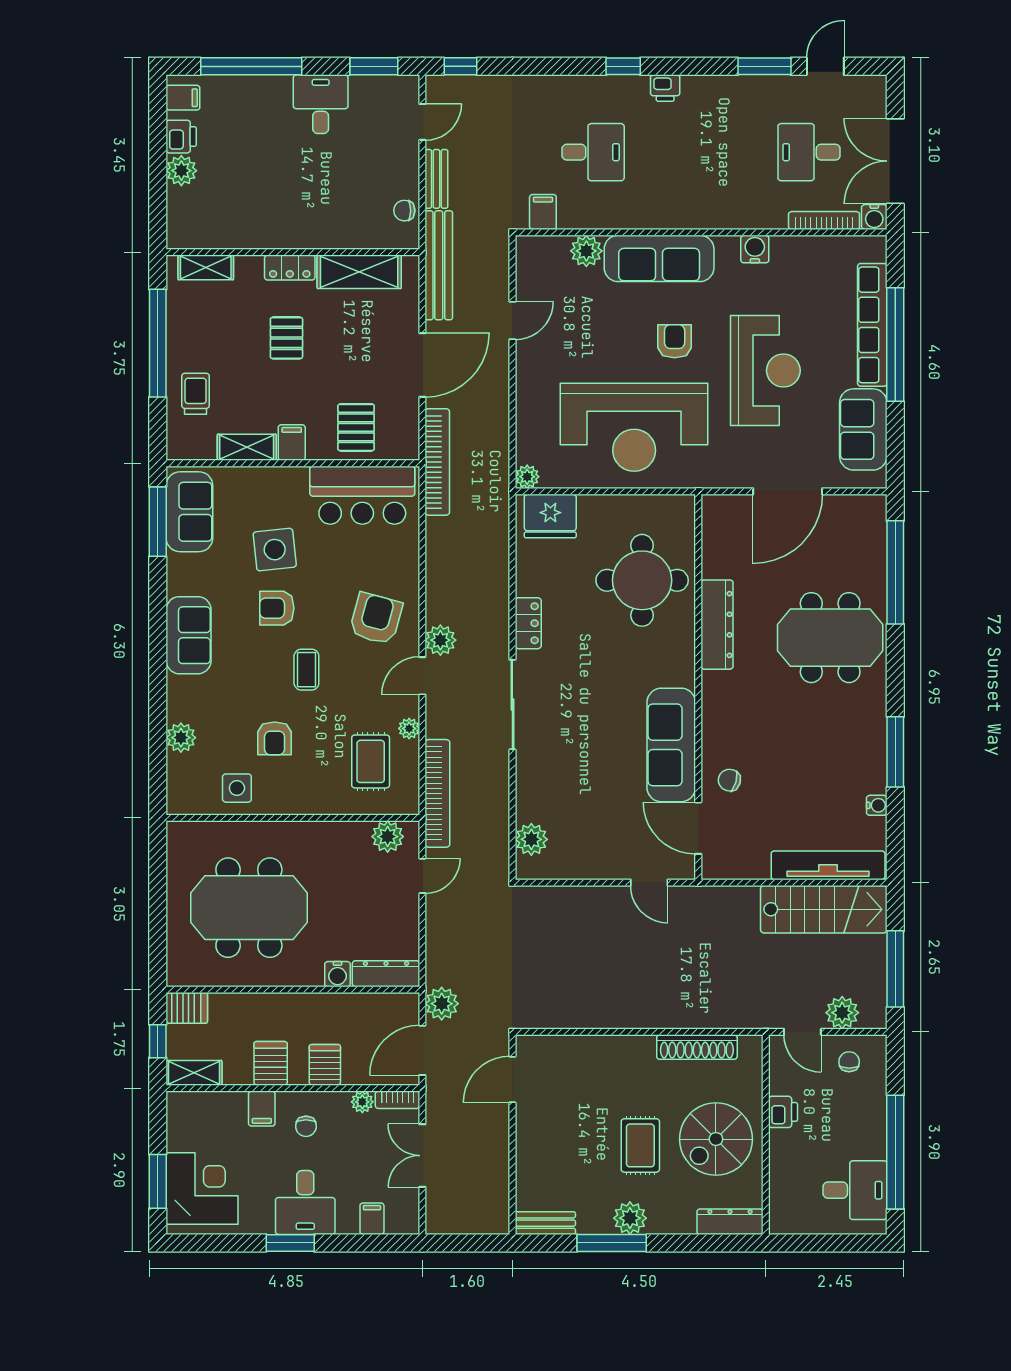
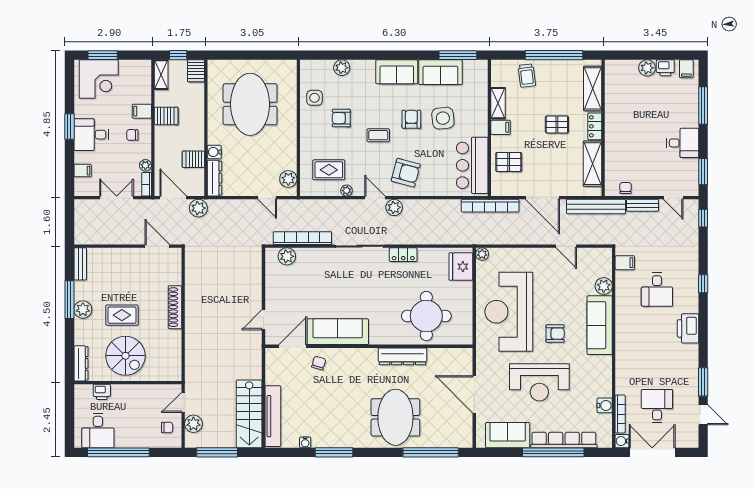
window: (251, 66) -> (703, 105), width x0.68
window: (623, 66) -> (703, 284), moved
printer: (665, 88) -> (688, 328), width x1.87, depth x1.48
water cooler: (755, 249) -> (605, 405), moved
shelving: (206, 267) -> (593, 88), width x1.50, depth x1.33
trolley: (196, 394) -> (527, 76), turned 83
sofa: (189, 512) -> (440, 72), moved
bookcase: (437, 793) -> (302, 238), moved, turned 180
shoe rack: (697, 1047) -> (175, 307), moved
server rack: (325, 1065) -> (193, 159), moved, turned 180
printer: (783, 1112) -> (102, 392), moved
spiral stairs: (716, 1139) -> (125, 356), turned 180

